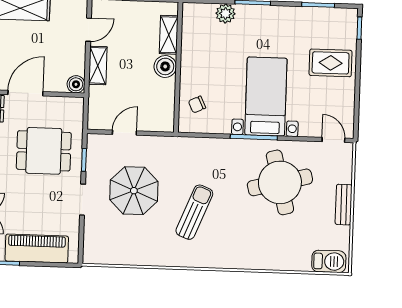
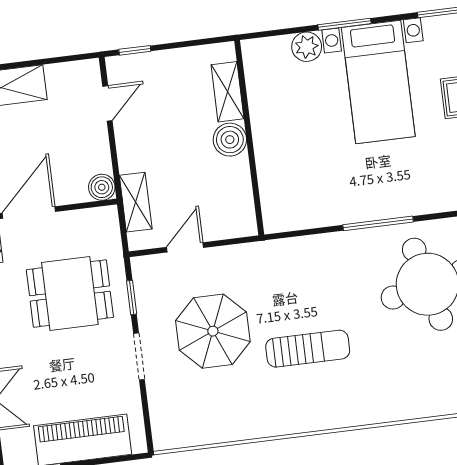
shelving: (98, 65) -> (136, 202), moved
bed with nightstands: (266, 97) -> (378, 82), moved, turned 180
chair: (197, 105) -> (286, 188), removed
sun lounger: (194, 212) -> (308, 349), turned 68

